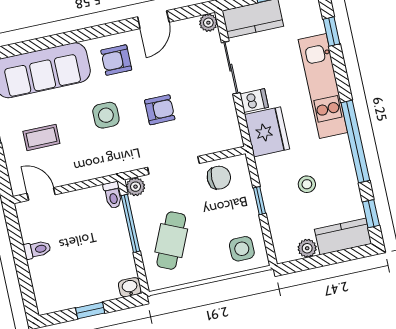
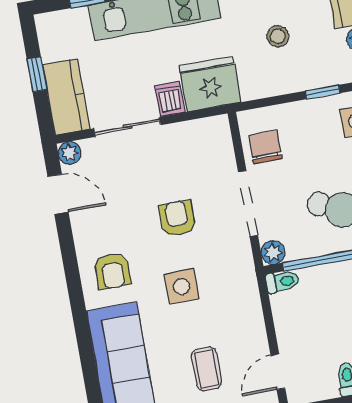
door: (153, 20) -> (58, 194), moved
window: (260, 201) -> (323, 92), moved

